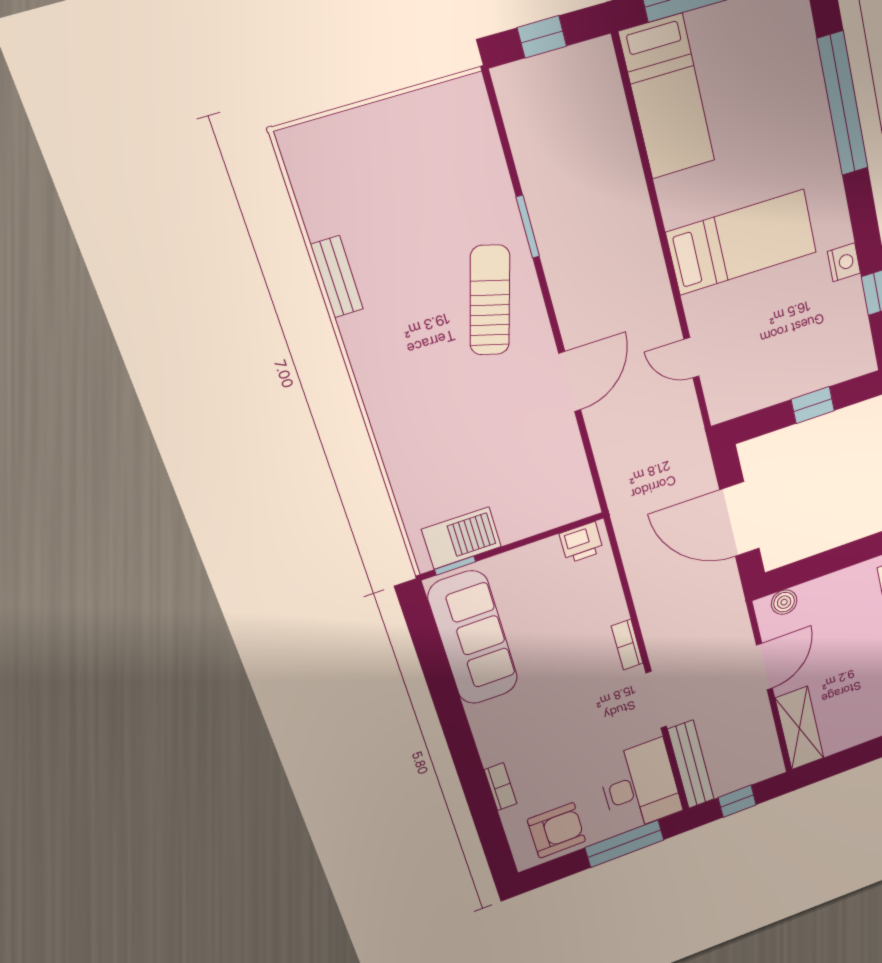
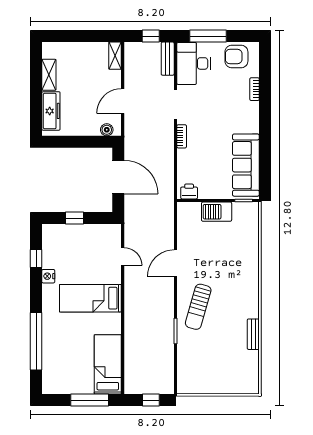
barbecue: (461, 538) -> (217, 212), moved
shelving: (800, 728) -> (115, 56), width x0.67, depth x0.75
bench: (691, 764) -> (168, 59), width x0.73

